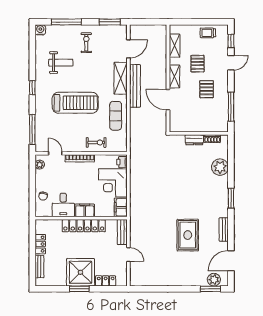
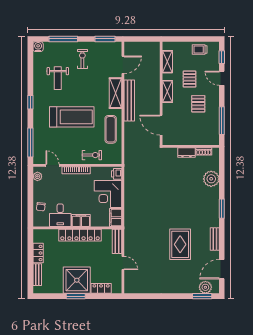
weight bench: (61, 63) -> (58, 78), turned 90
door: (231, 63) -> (222, 78), swing flipped
door: (168, 100) -> (161, 125), moved

